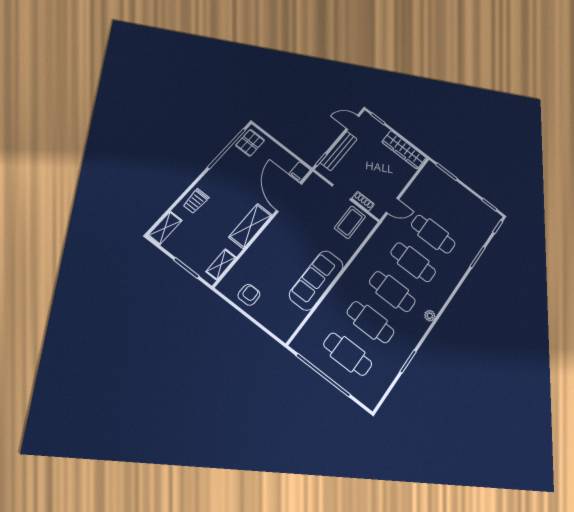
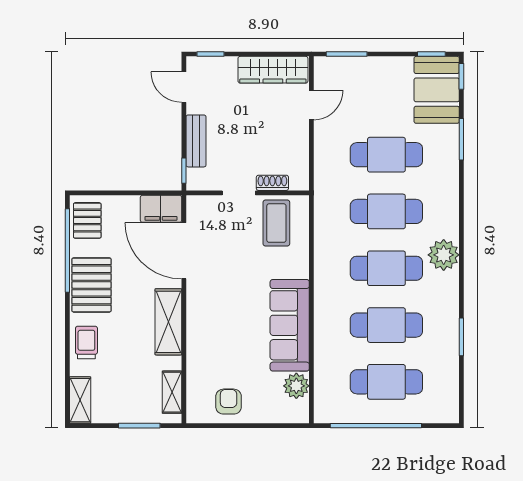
door: (352, 122) -> (184, 87), hinge flipped
bench: (339, 151) -> (196, 141), width x0.73
filing cabinet: (300, 172) -> (161, 209), width x2.00
pallet: (225, 175) -> (91, 285), added
trolley: (196, 201) -> (86, 343), turned 180
door: (392, 206) -> (311, 105), moved
booth: (481, 223) -> (437, 90), added
plant: (295, 316) -> (296, 386), added
plant: (430, 316) -> (444, 255), width x1.87, depth x1.87

